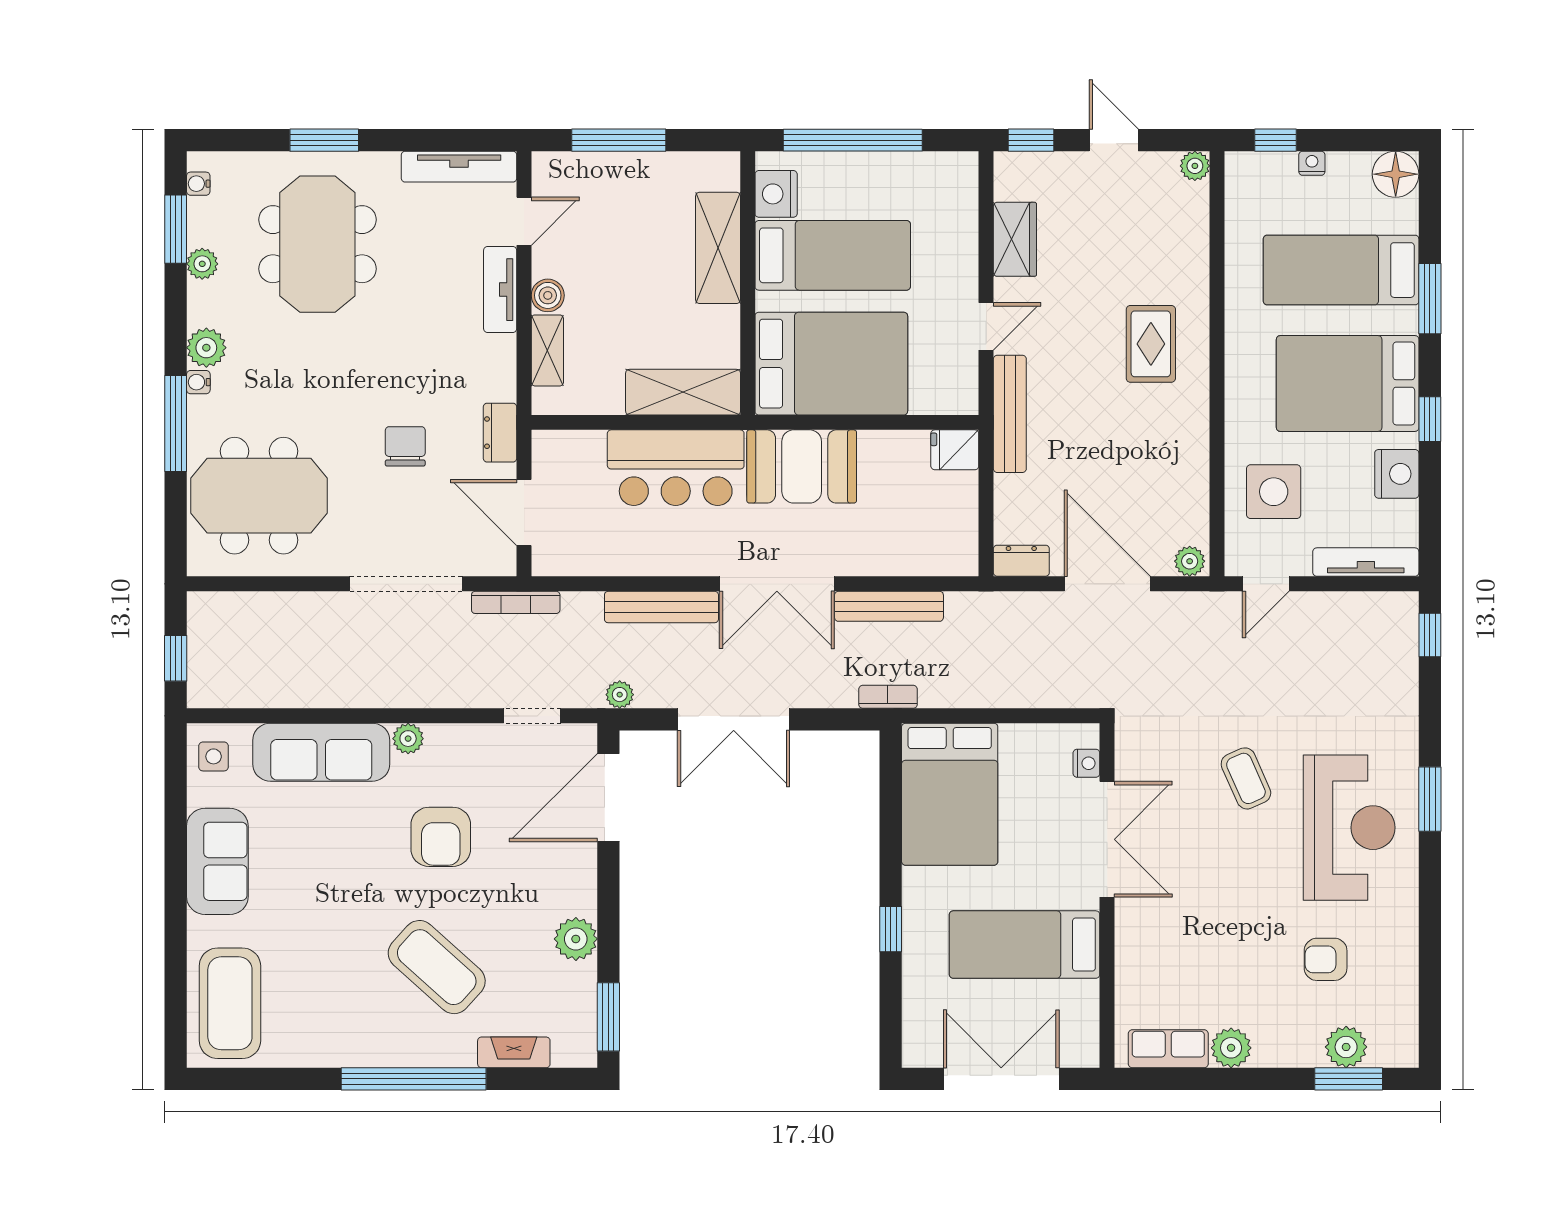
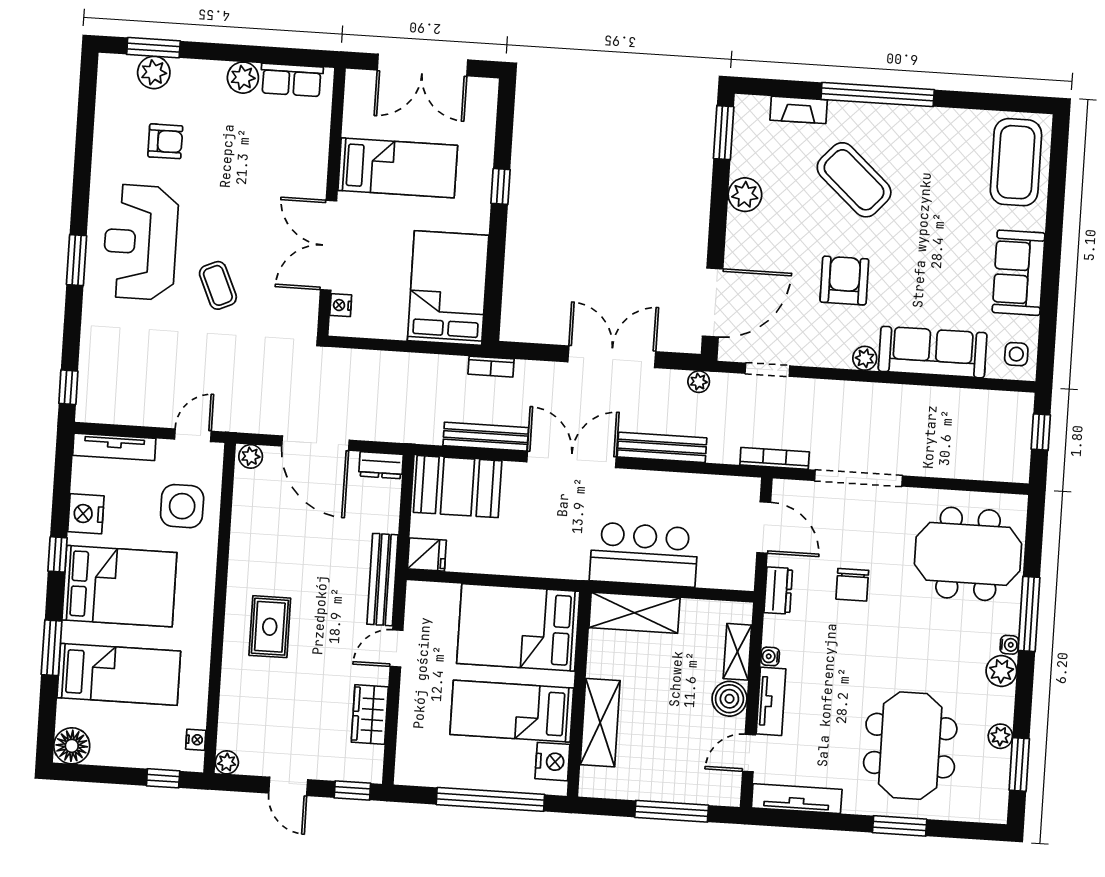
nightstand: (1312, 163) -> (196, 740), moved, turned -90
water cooler: (198, 184) -> (770, 656), moved, turned 180
boiler: (548, 295) -> (729, 699), width x1.36, depth x1.36
booth: (802, 466) -> (458, 487), moved

